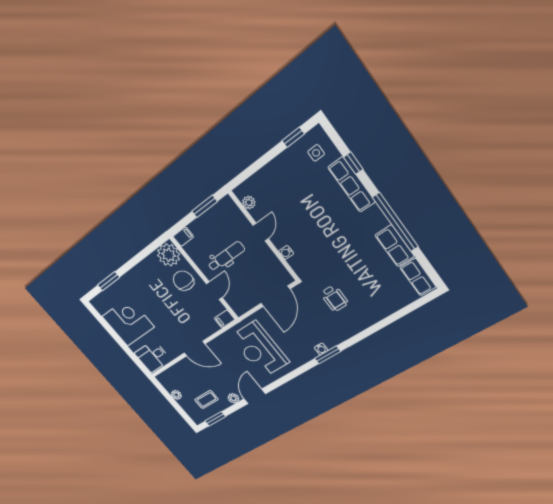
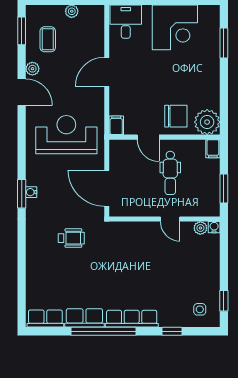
row of seats: (352, 185) -> (132, 319), moved
water cooler: (286, 252) -> (214, 227), moved
wheelchair: (334, 298) -> (71, 238), turned 180

